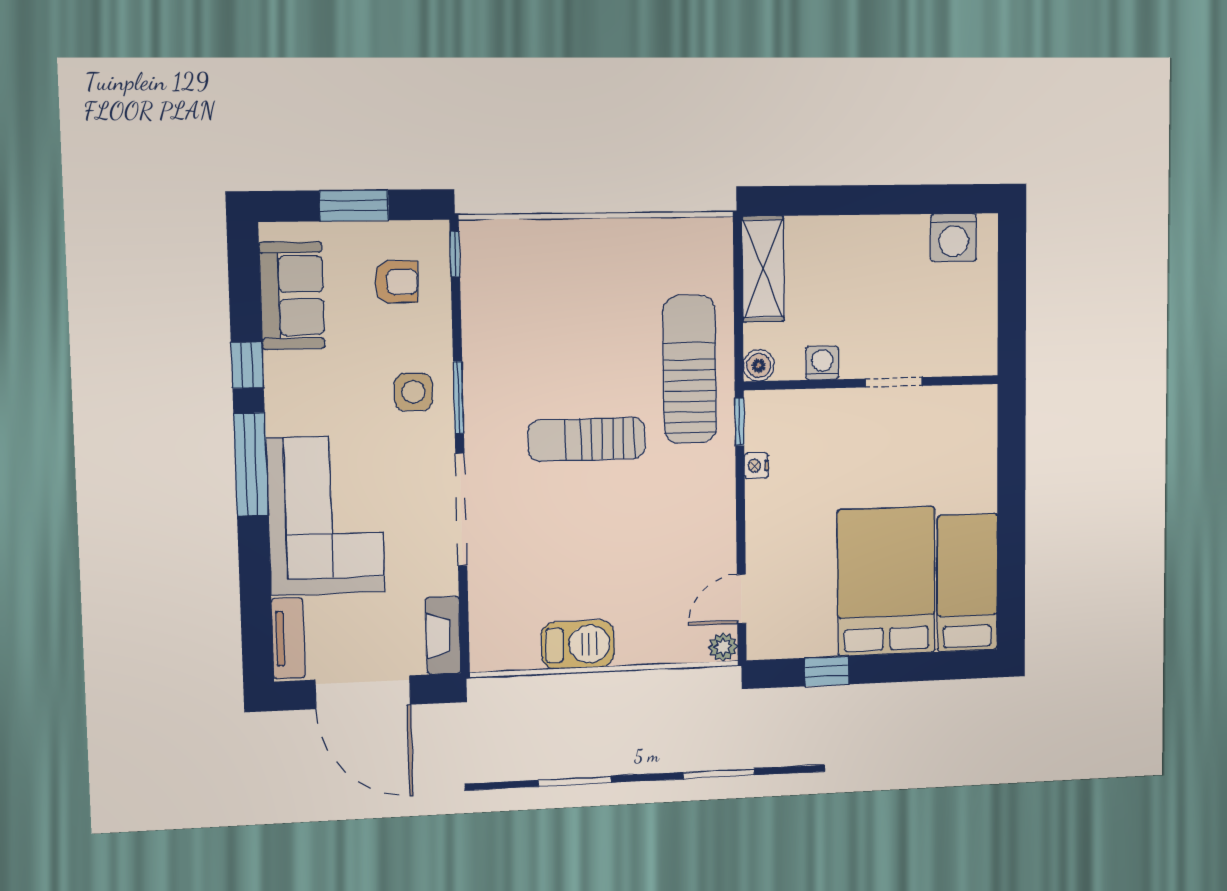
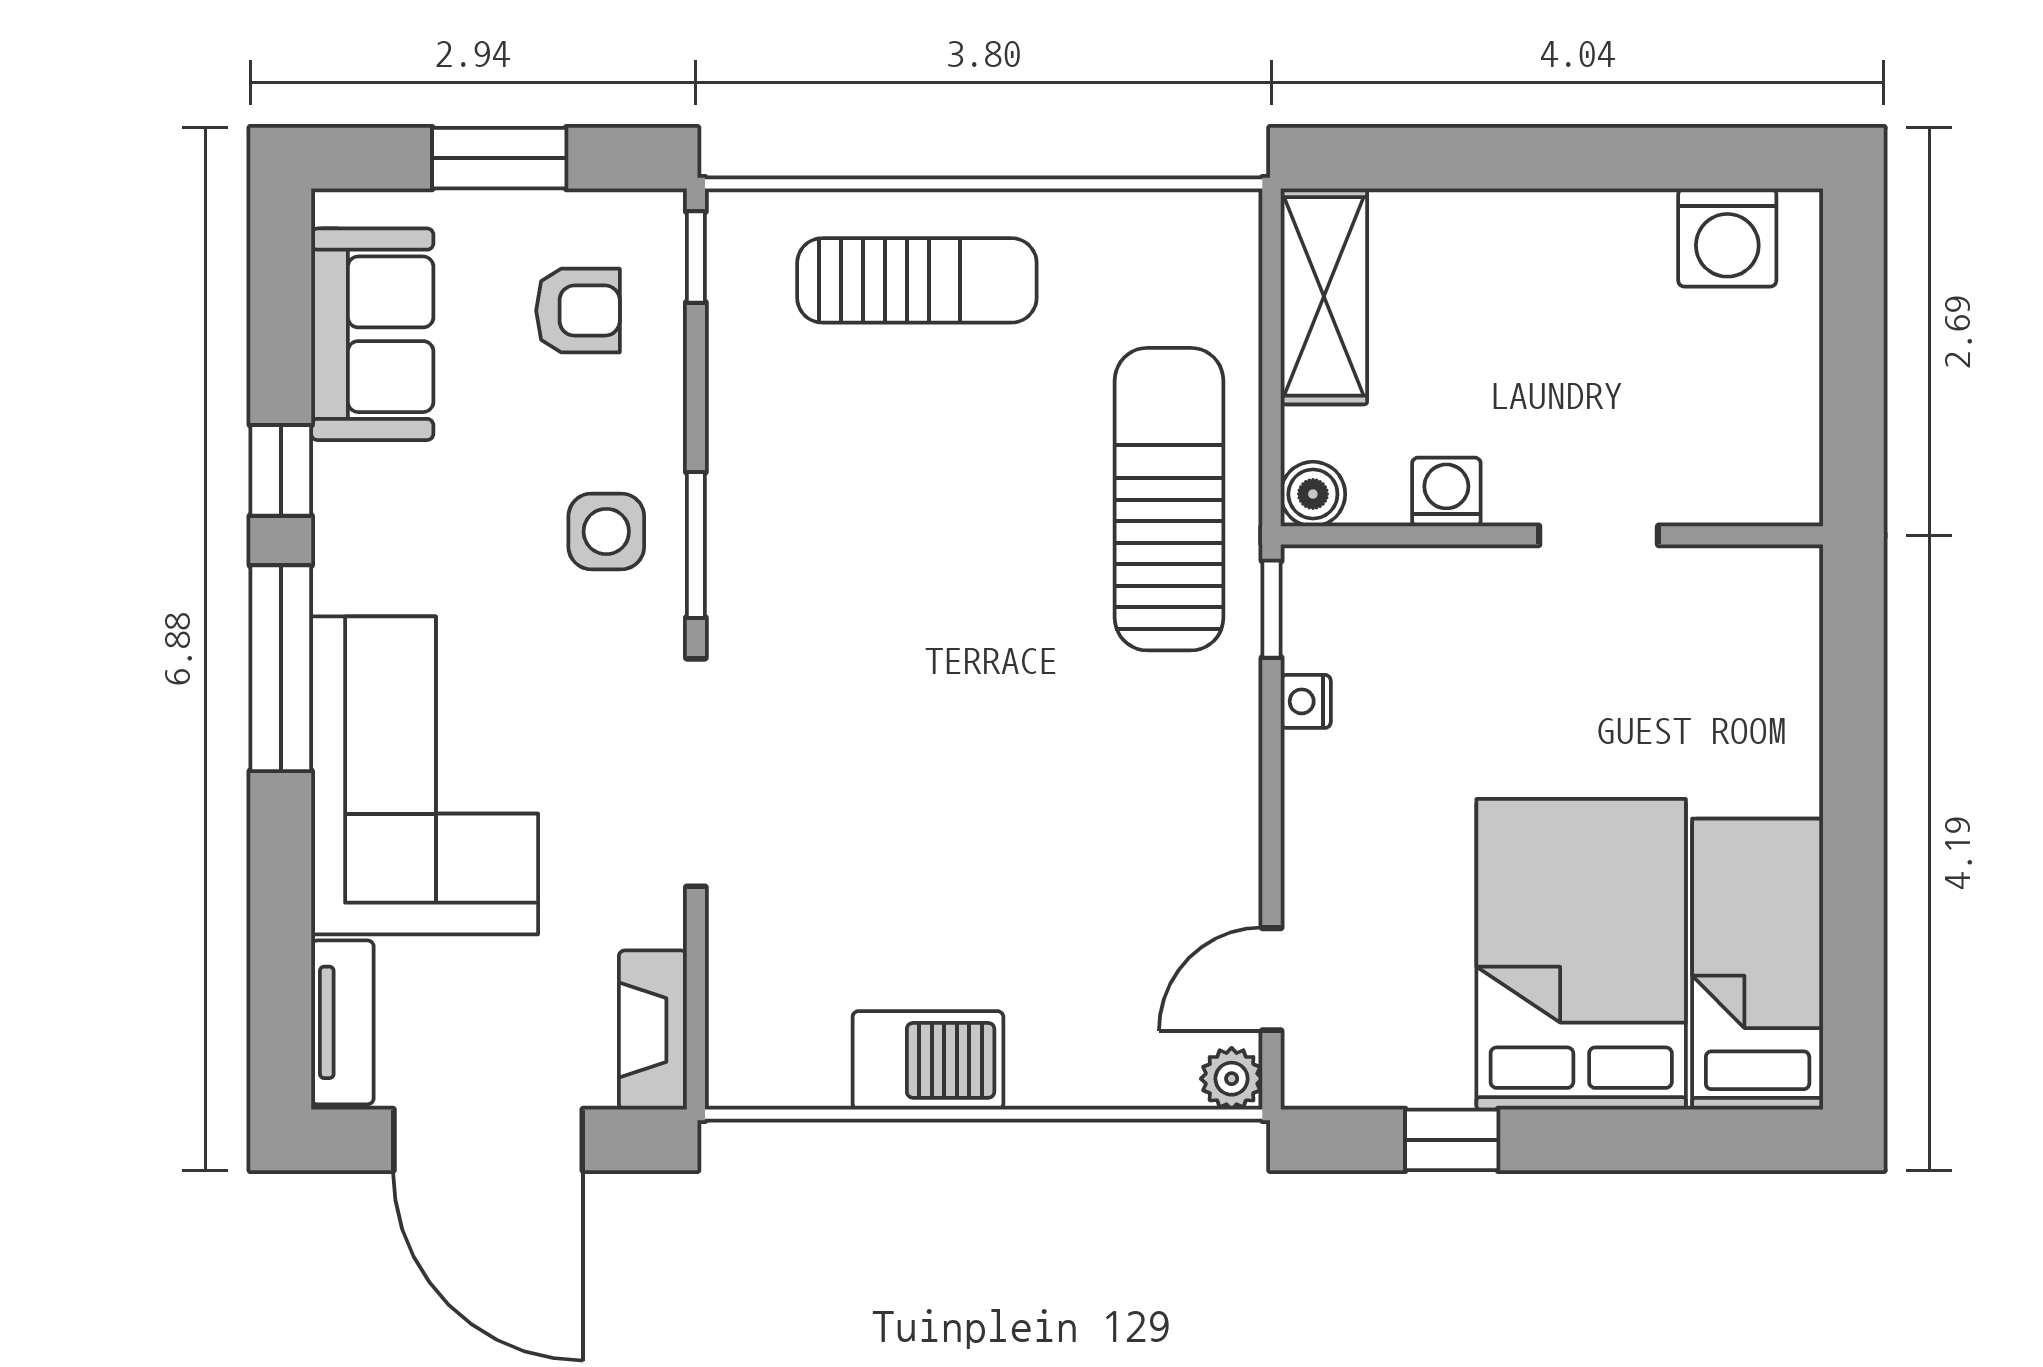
sun lounger: (587, 439) -> (917, 280), moved, turned 180

